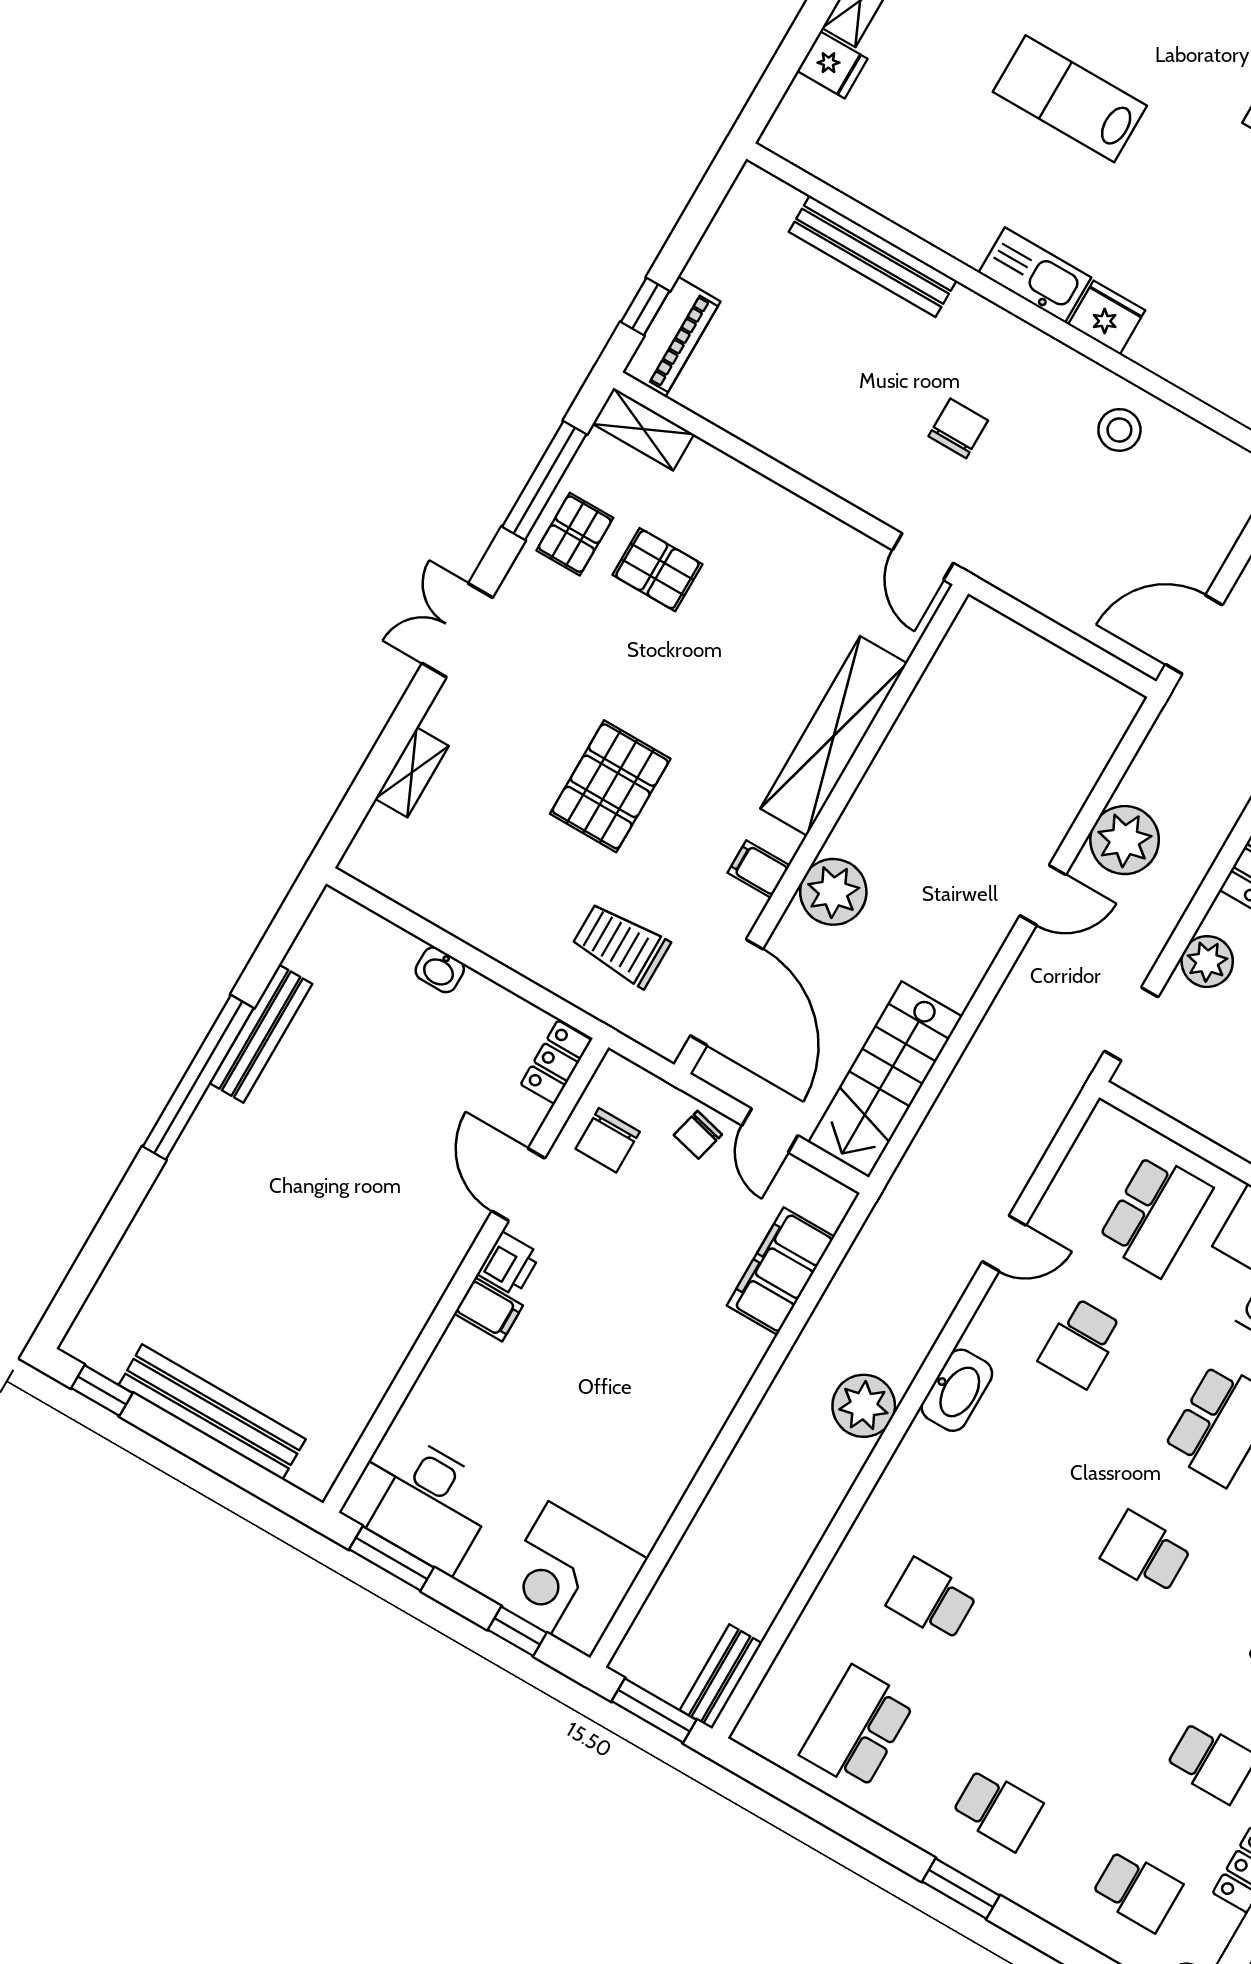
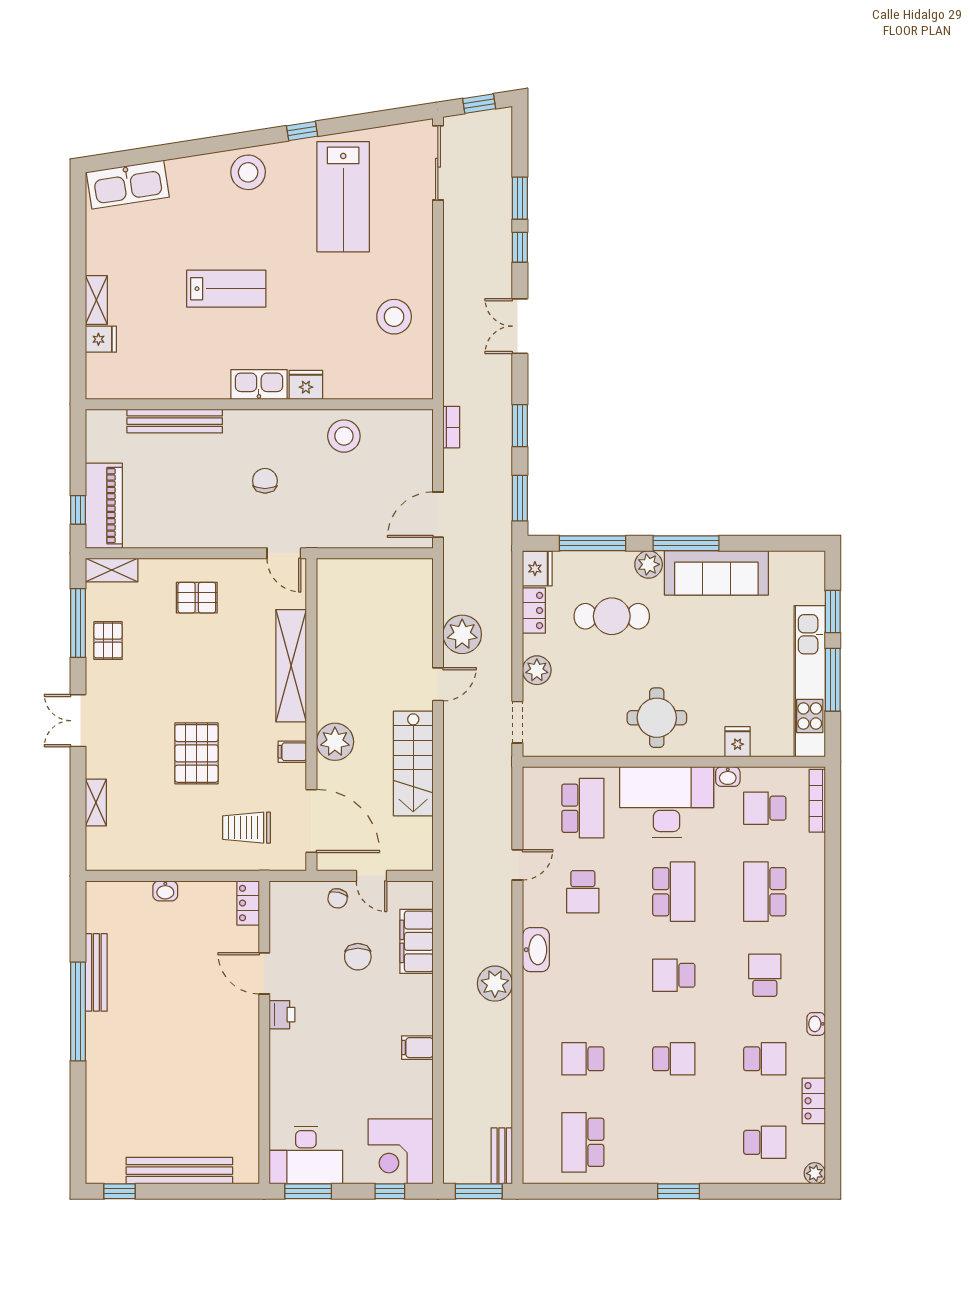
lab bench: (1070, 99) -> (226, 289), turned 180
piano: (671, 337) -> (104, 506), width x1.37, depth x1.33
stool: (1119, 430) -> (344, 436), width x1.38, depth x1.38
pallet: (657, 570) -> (197, 598), moved
stairs: (885, 1079) -> (413, 763), moved
chair: (608, 1140) -> (358, 957), moved
filing cabinet: (489, 1309) -> (417, 1048), moved, turned 180
school desk: (997, 1809) -> (674, 1059), moved

